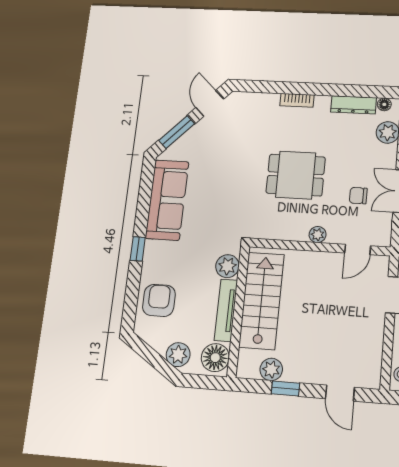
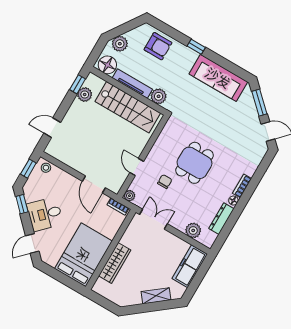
floor lamp: (384, 104) -> (233, 201), moved
chair: (358, 196) -> (165, 182), moved
plant: (318, 235) -> (129, 196), moved
door: (358, 249) -> (137, 167), moved
window: (285, 389) -> (78, 84), moved

